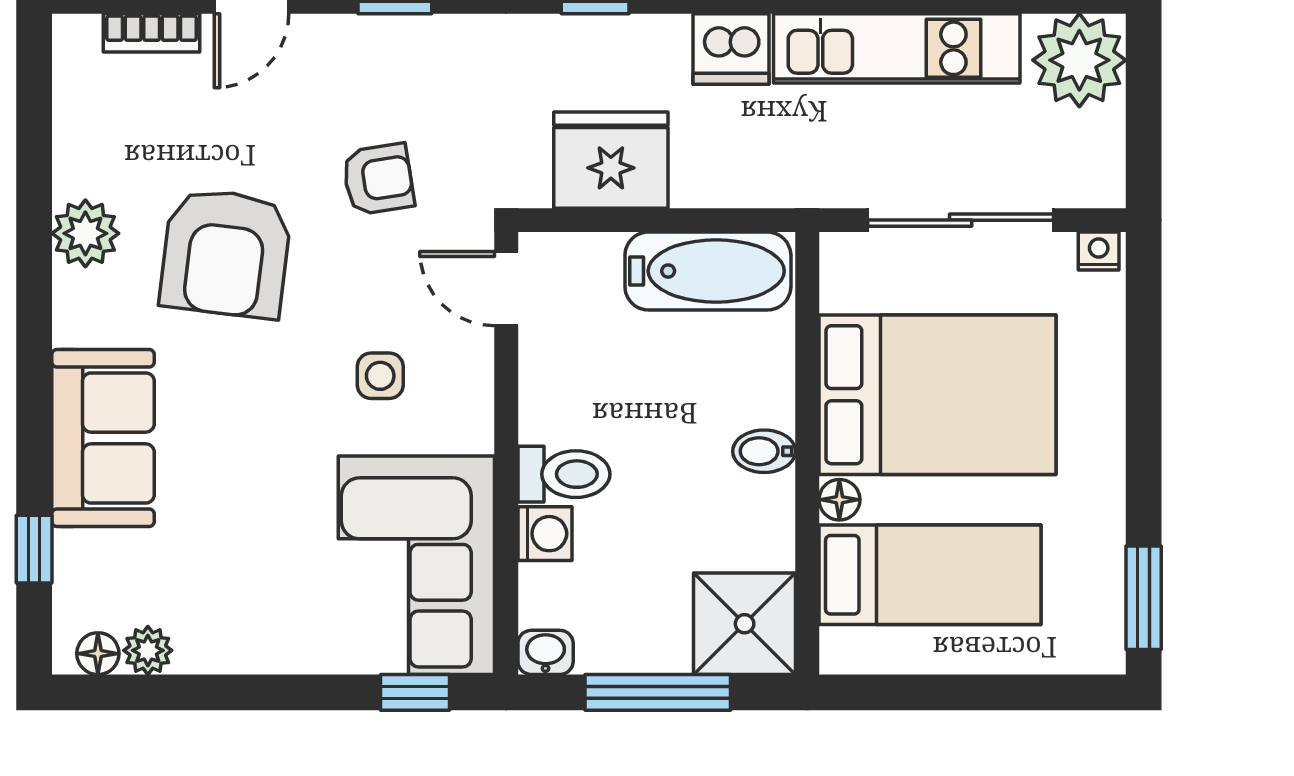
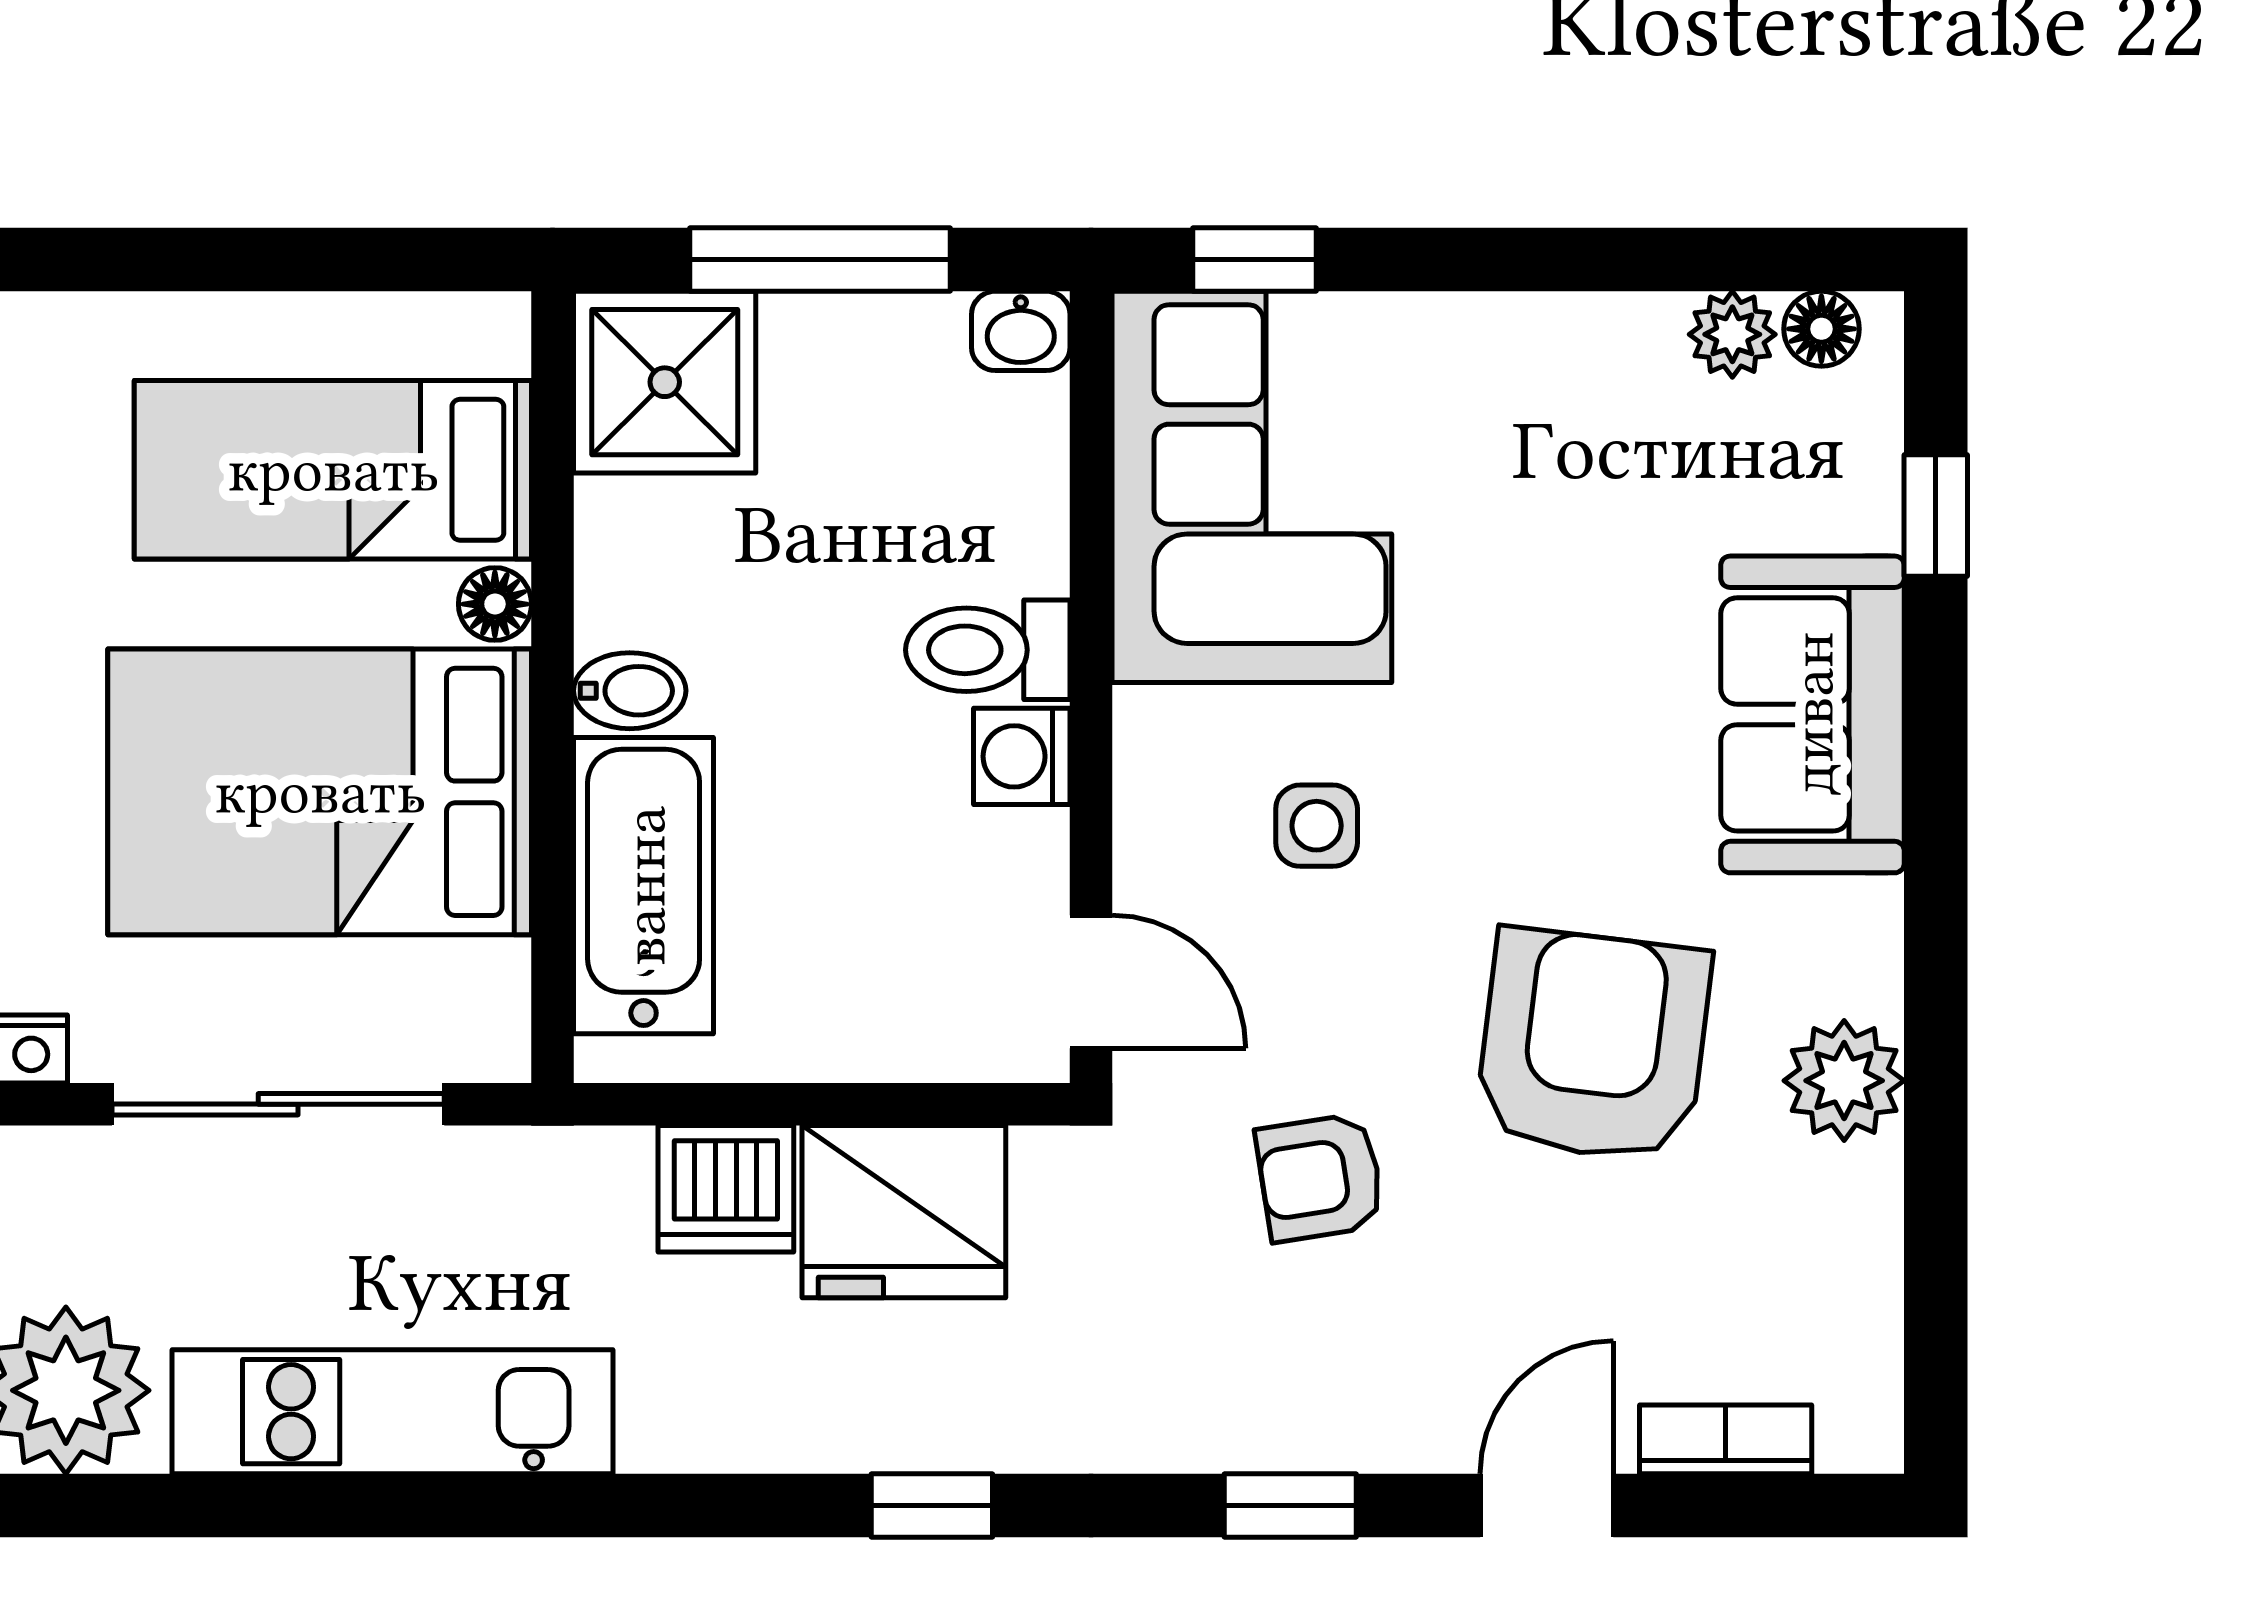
dishwasher: (731, 49) -> (726, 1189), moved, turned 180
bathtub: (708, 271) -> (644, 886), moved, turned 90
washing machine: (545, 534) -> (1022, 756), moved

